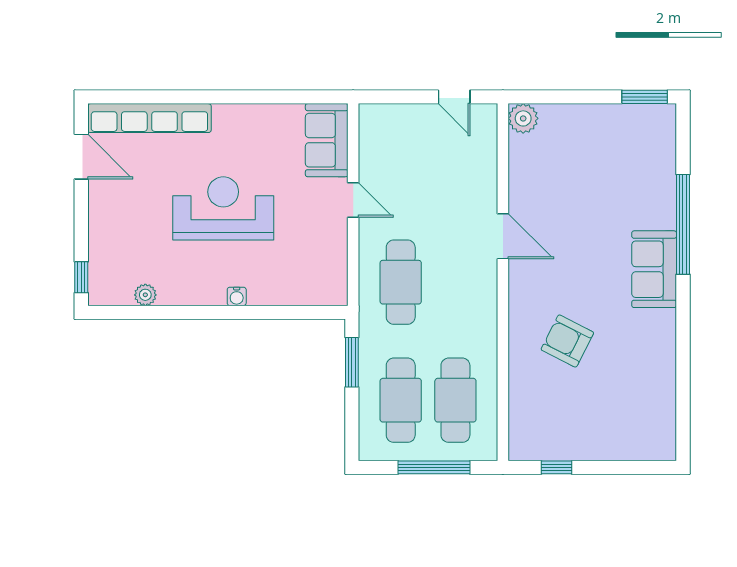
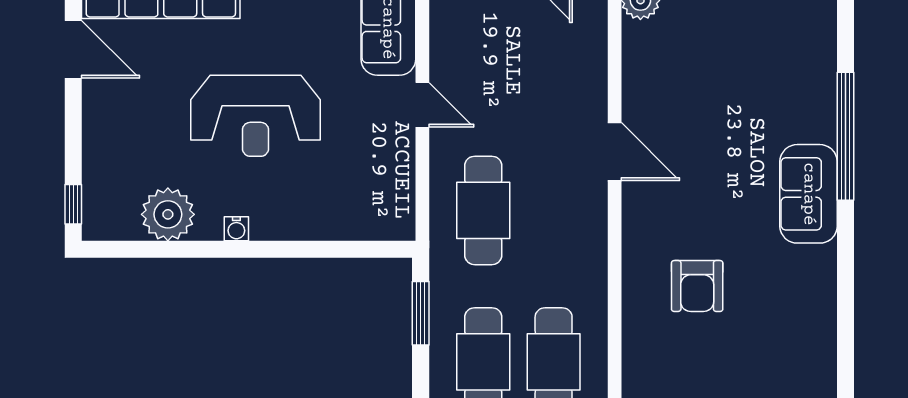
reception desk: (223, 208) -> (256, 116), turned 180
plant: (145, 295) -> (168, 214), width x1.87, depth x1.87
water cooler: (237, 296) -> (236, 229), moved
armchair: (567, 341) -> (697, 286), turned -117

